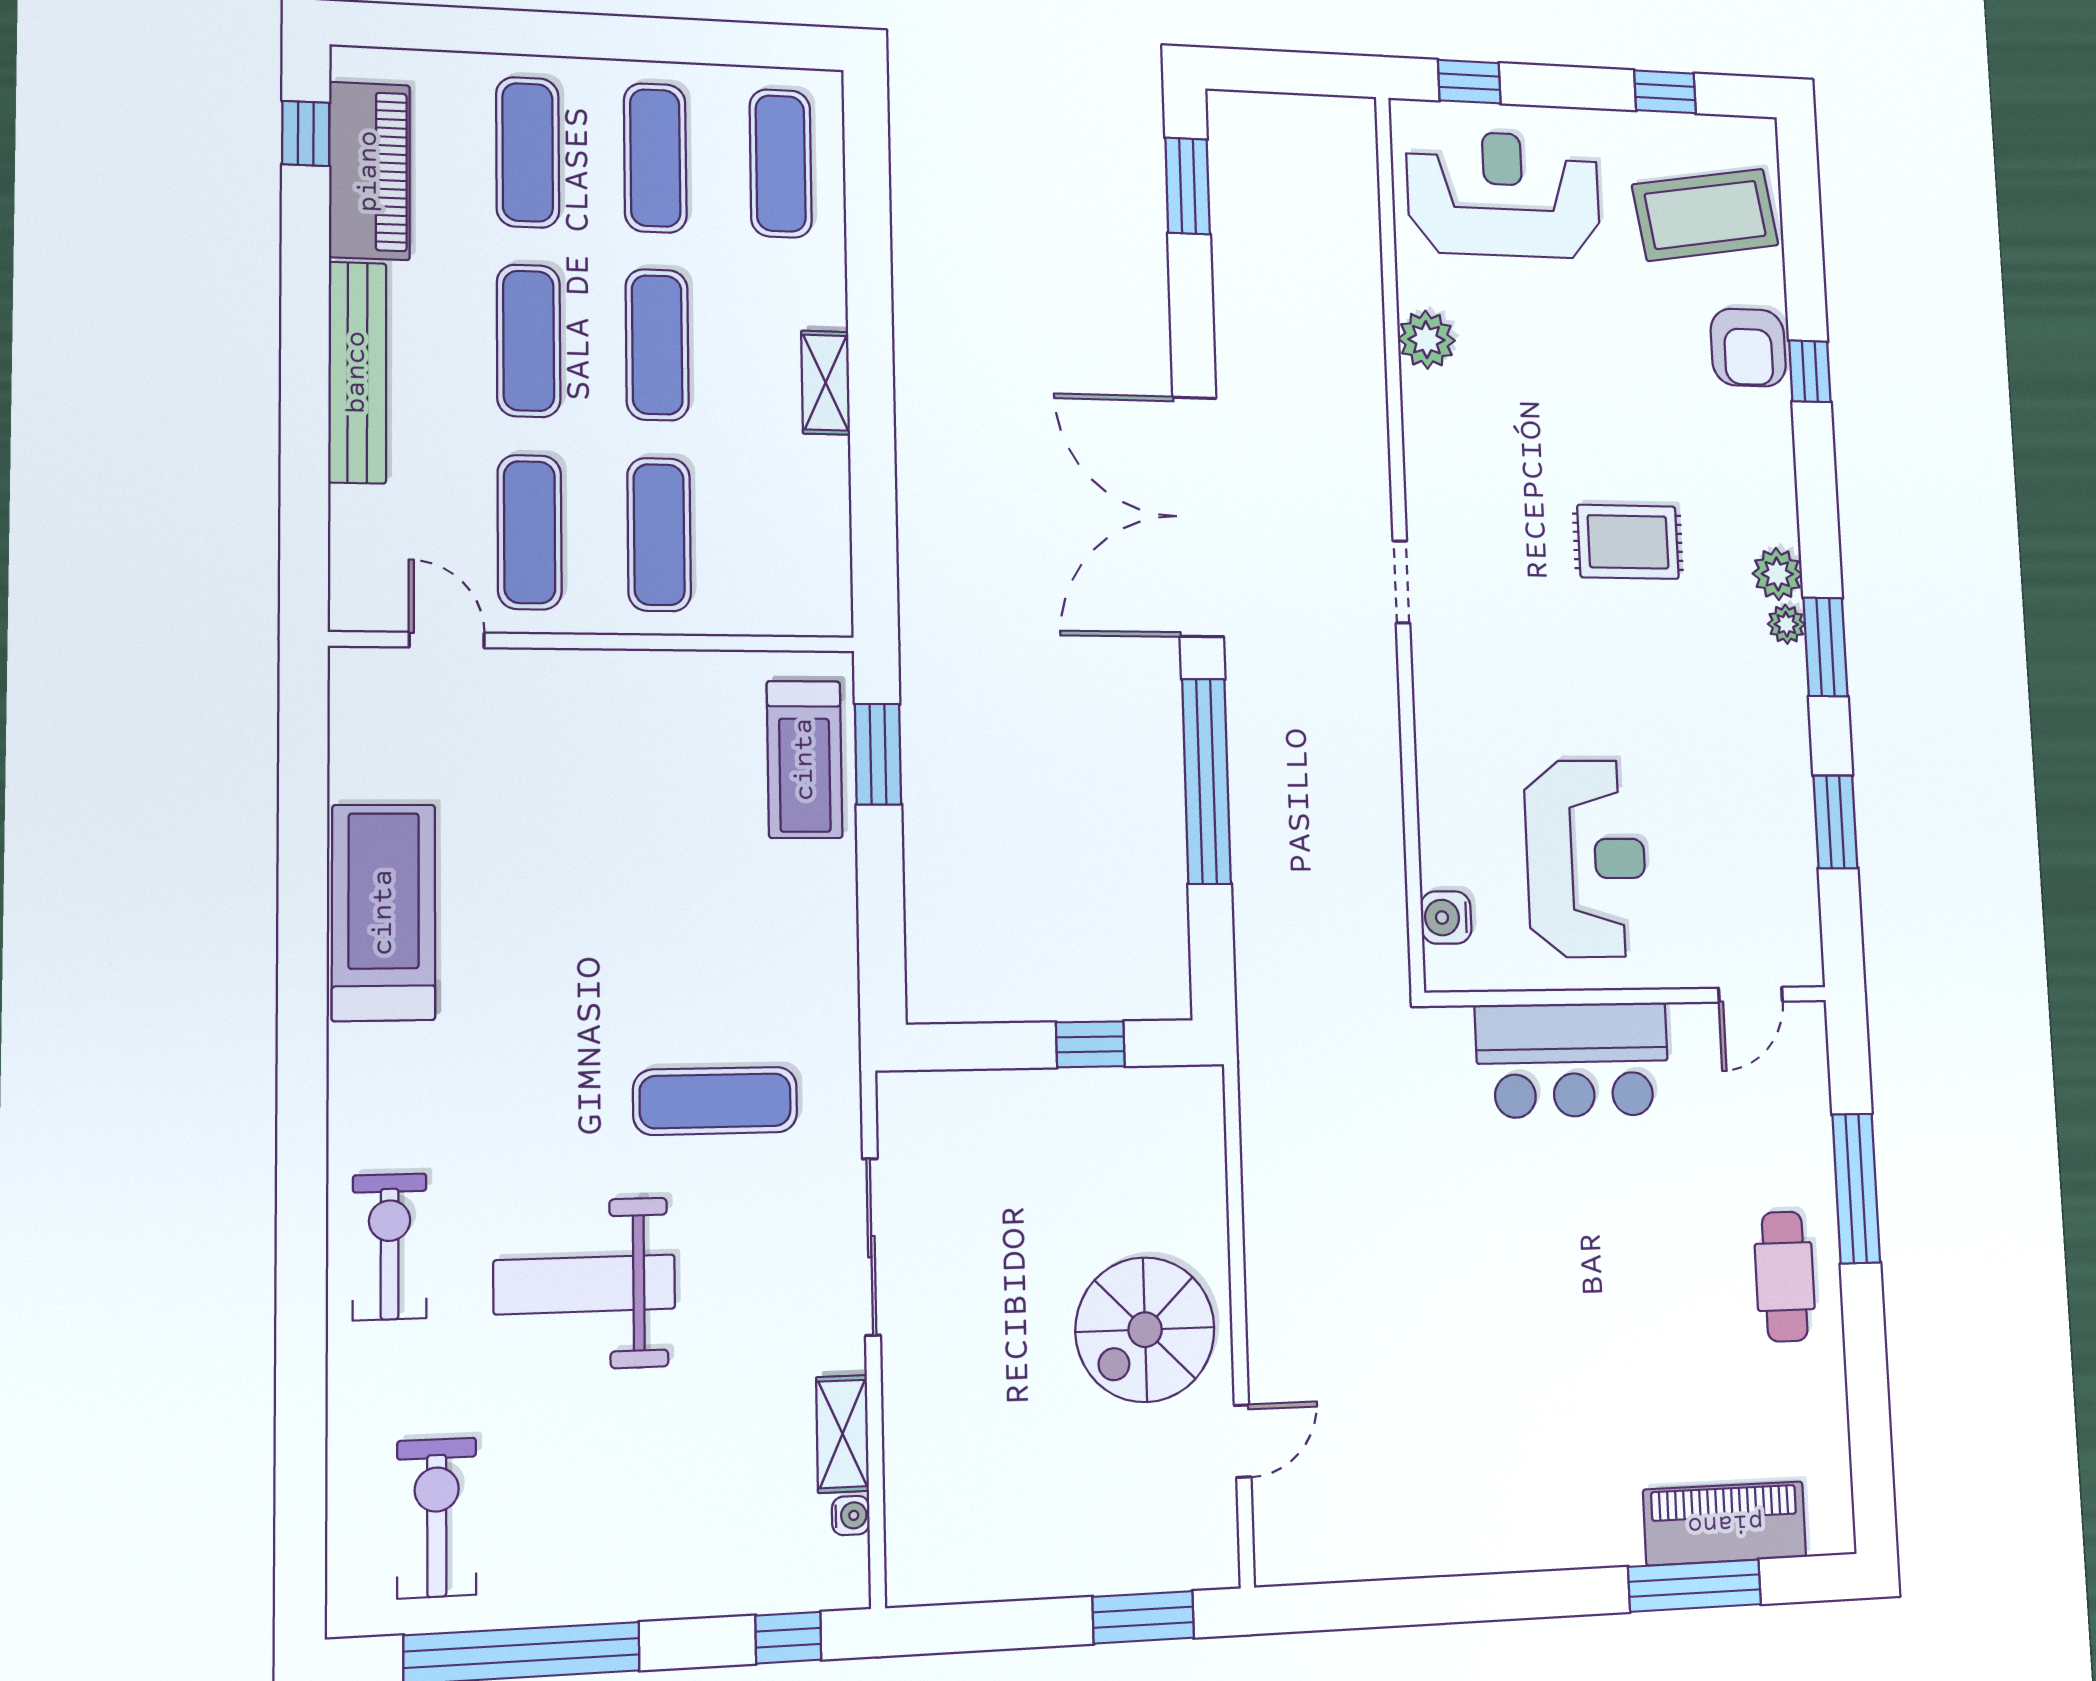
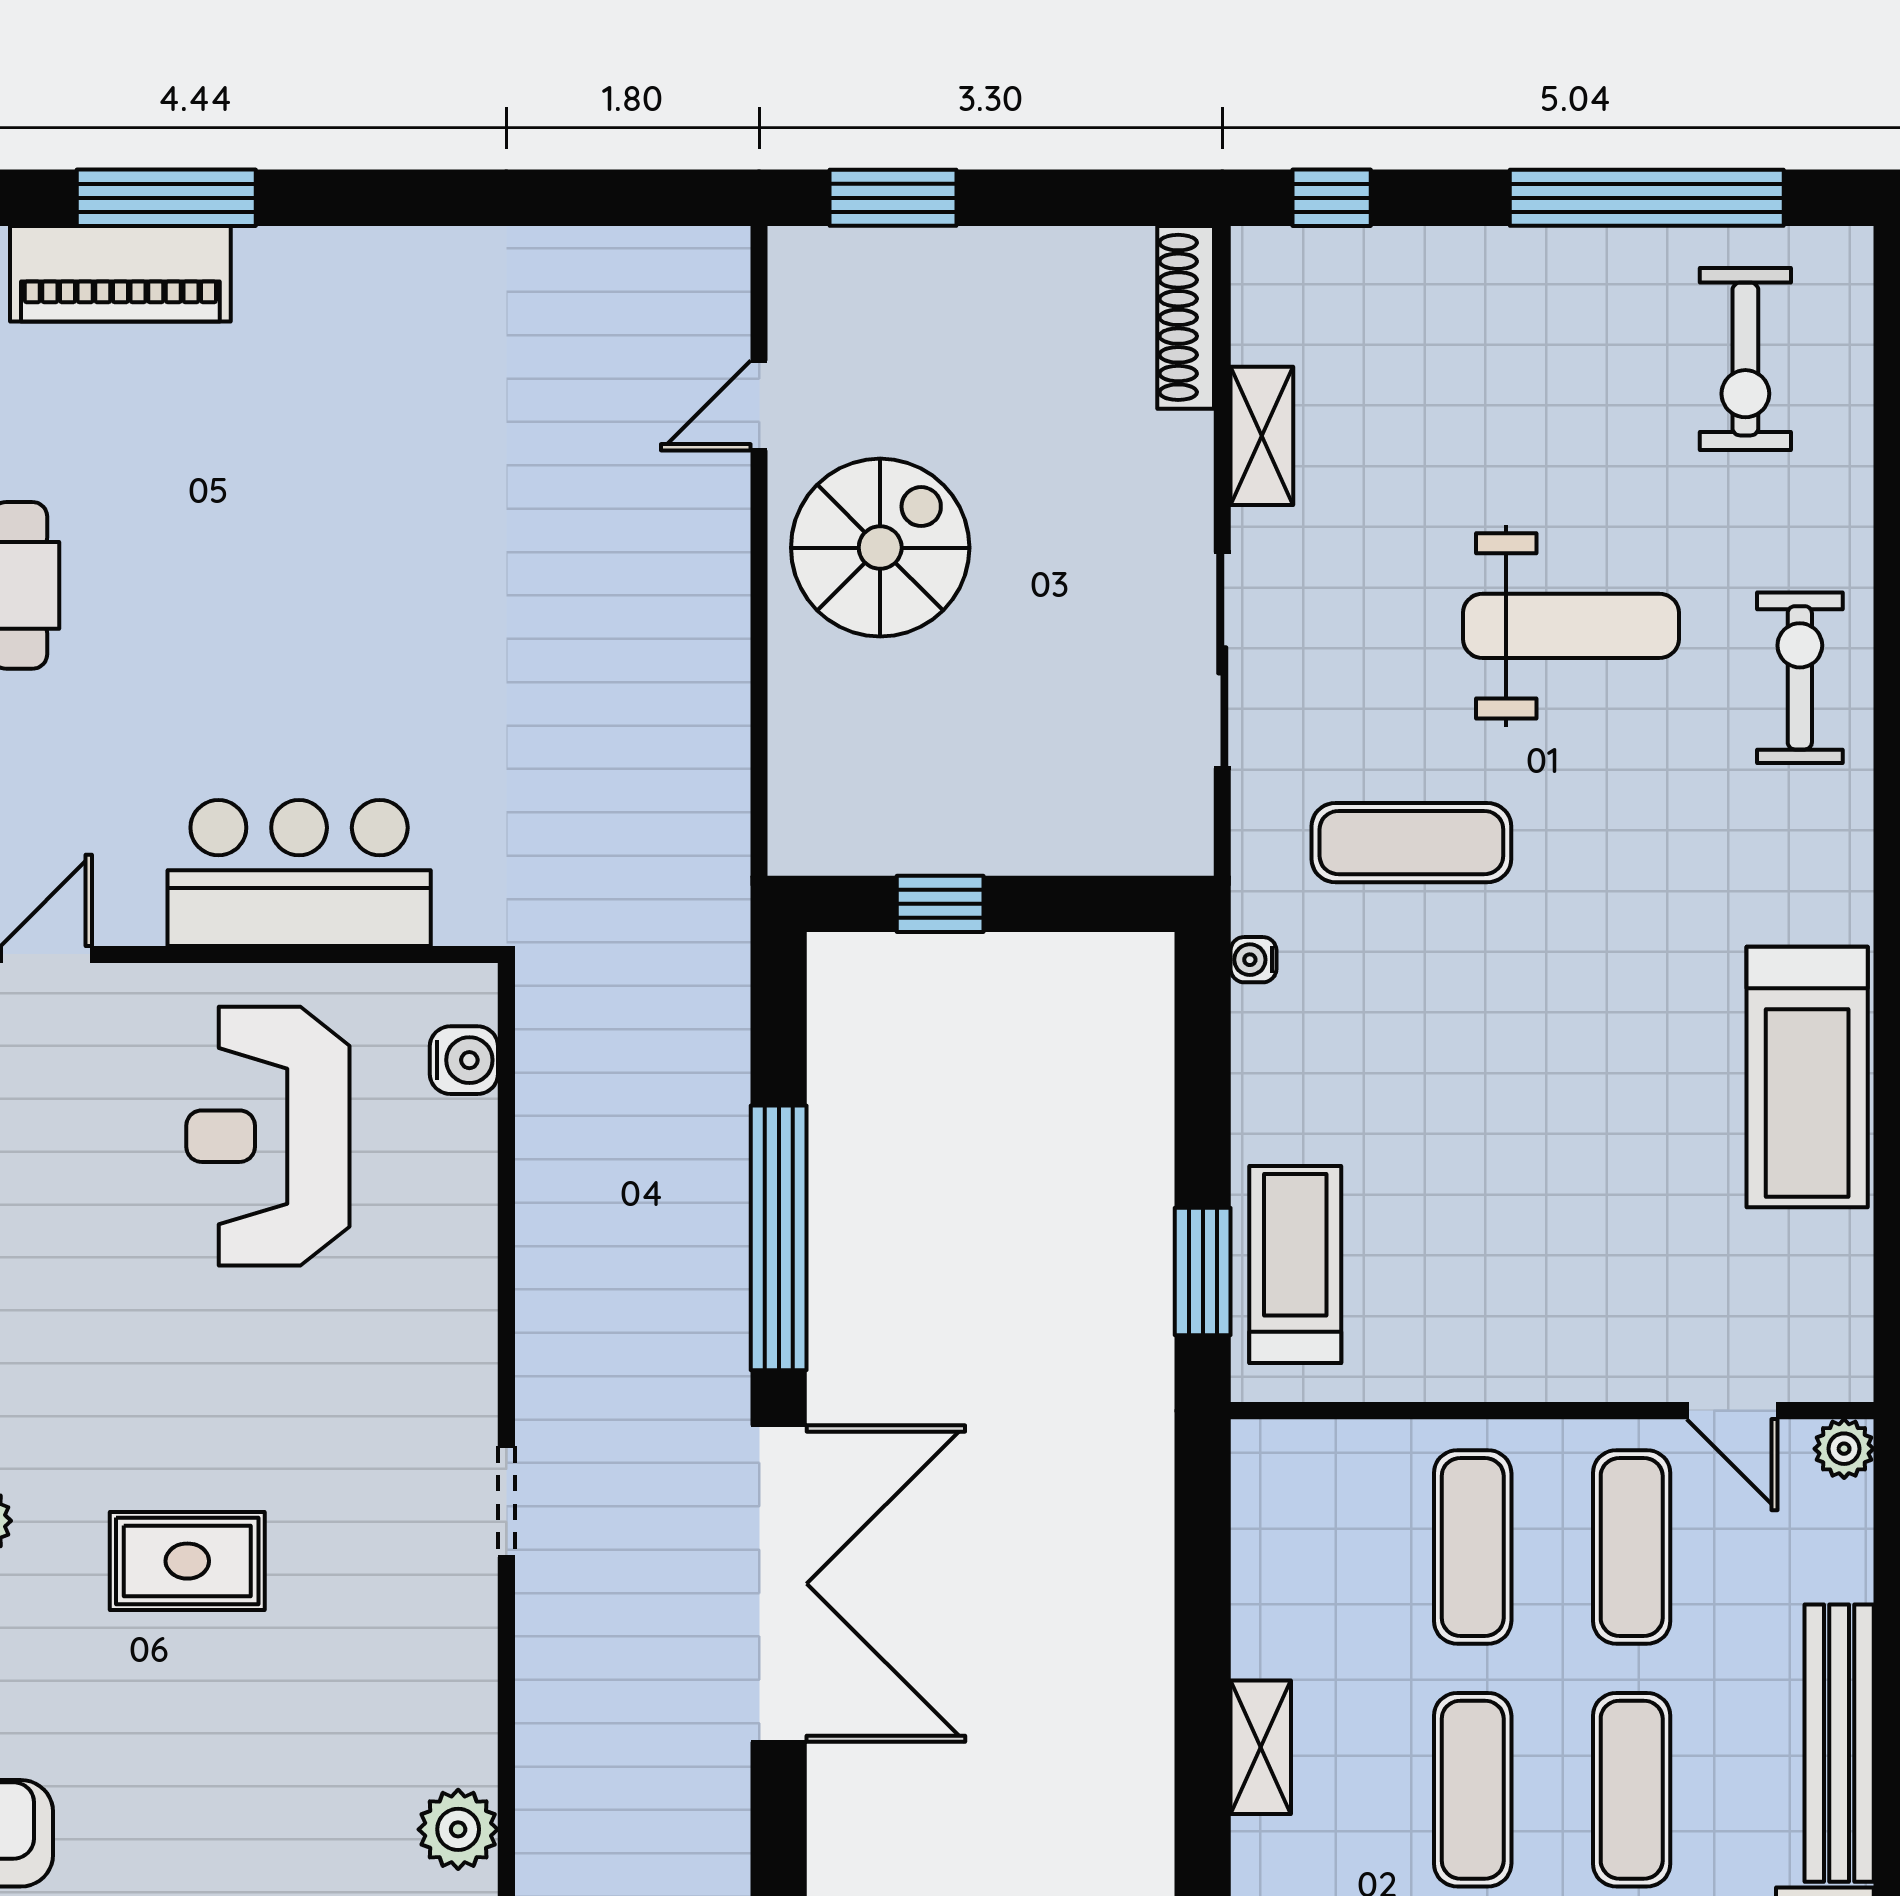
plant: (353, 608) -> (1844, 1449), added
exercise bike: (390, 1247) -> (1800, 678), turned 180
water cooler: (851, 1516) -> (1254, 960), moved
shoe rack: (906, 1530) -> (1186, 317), added

